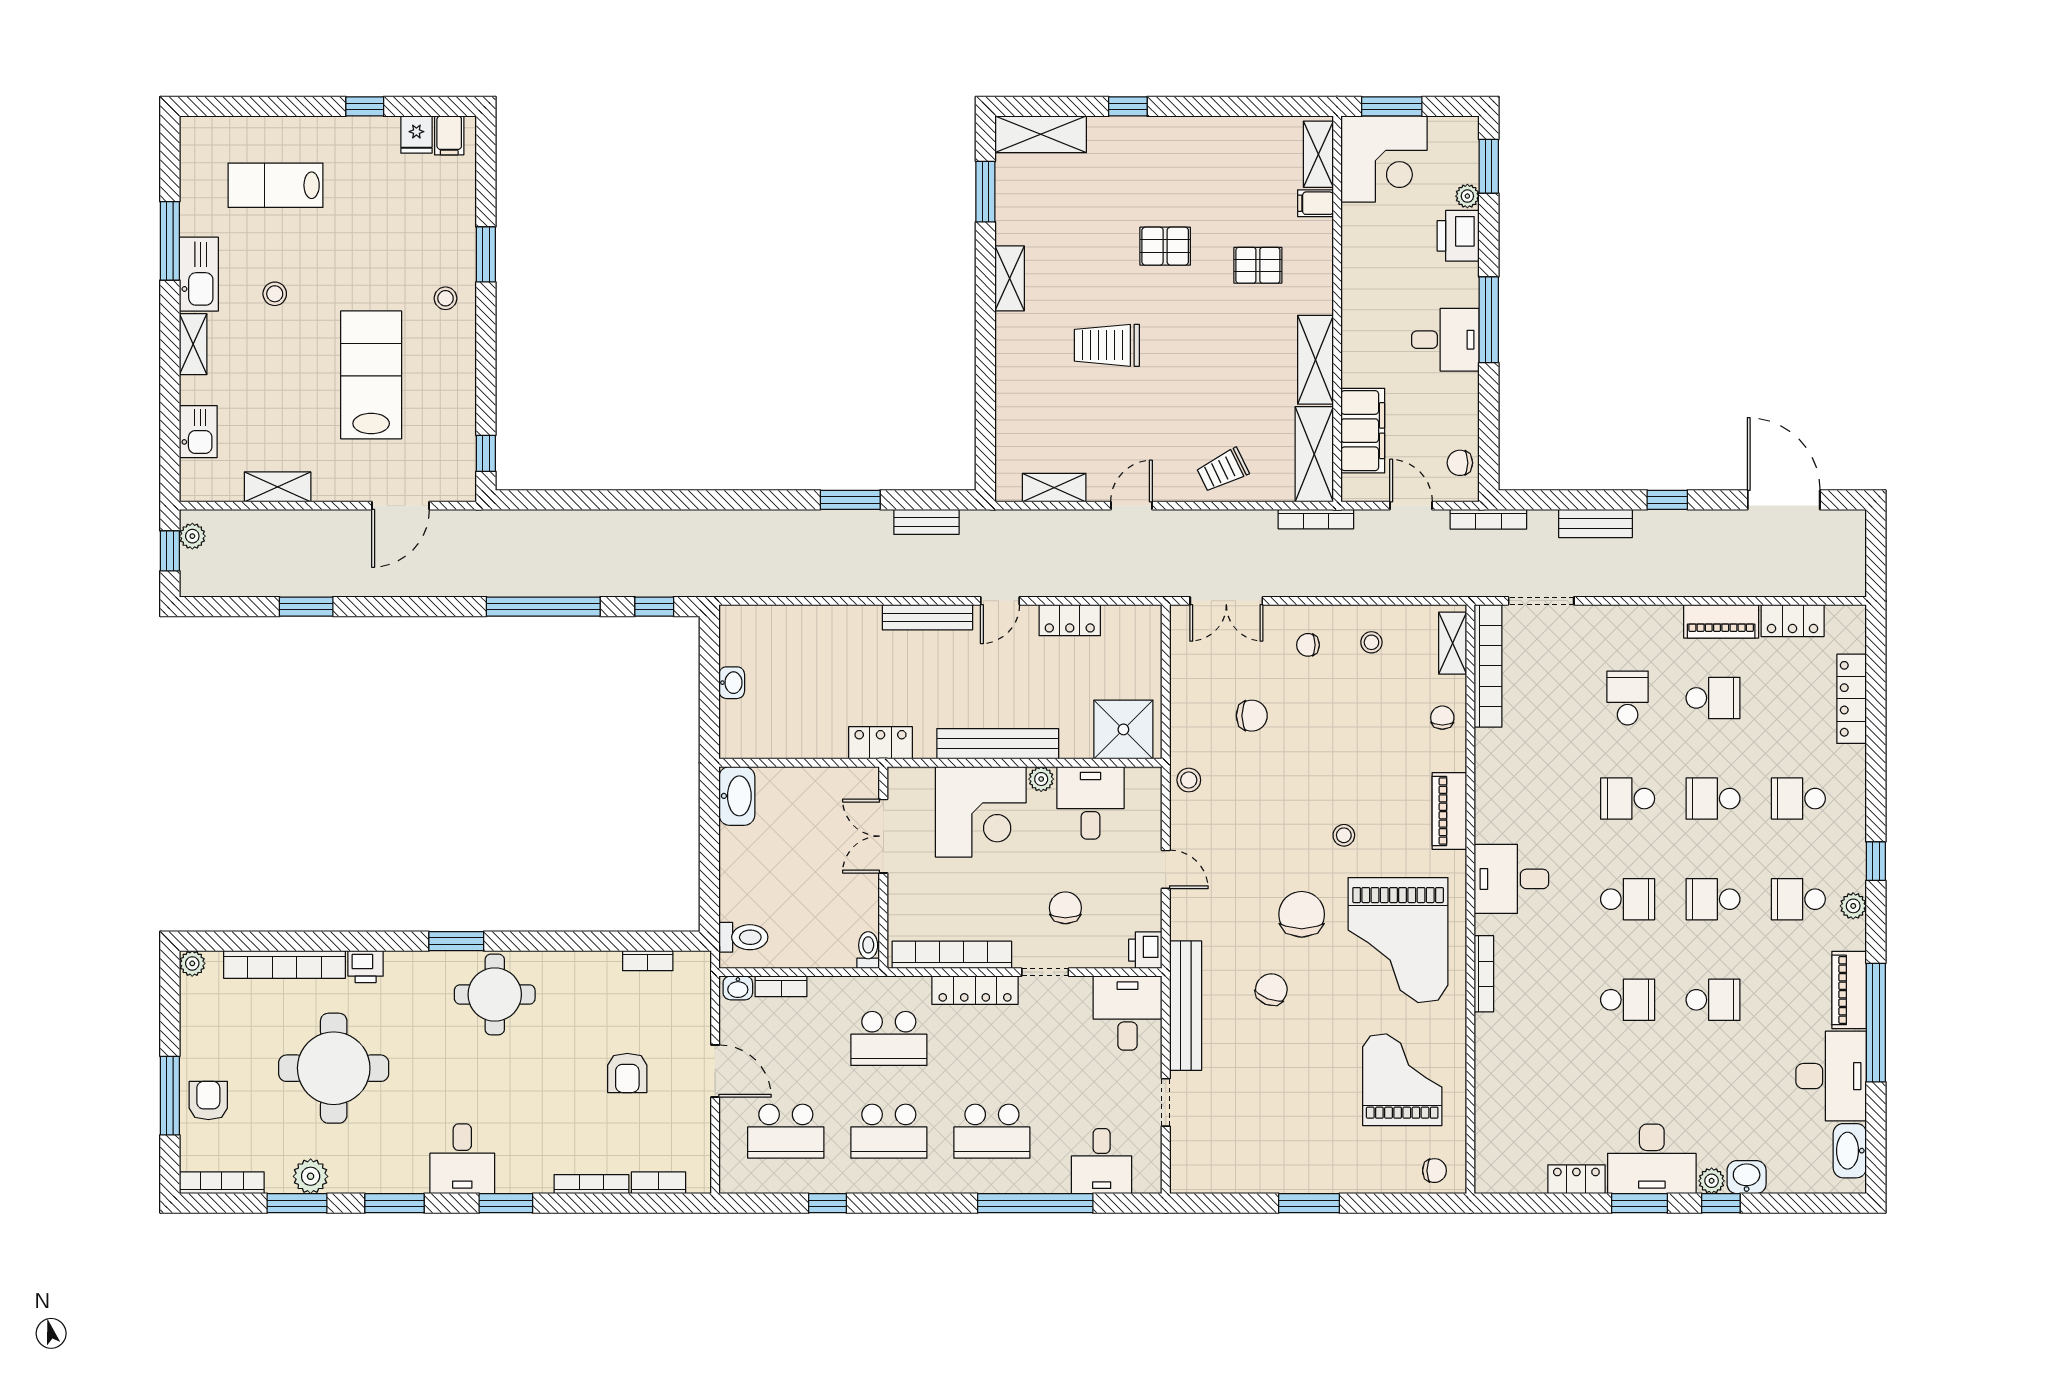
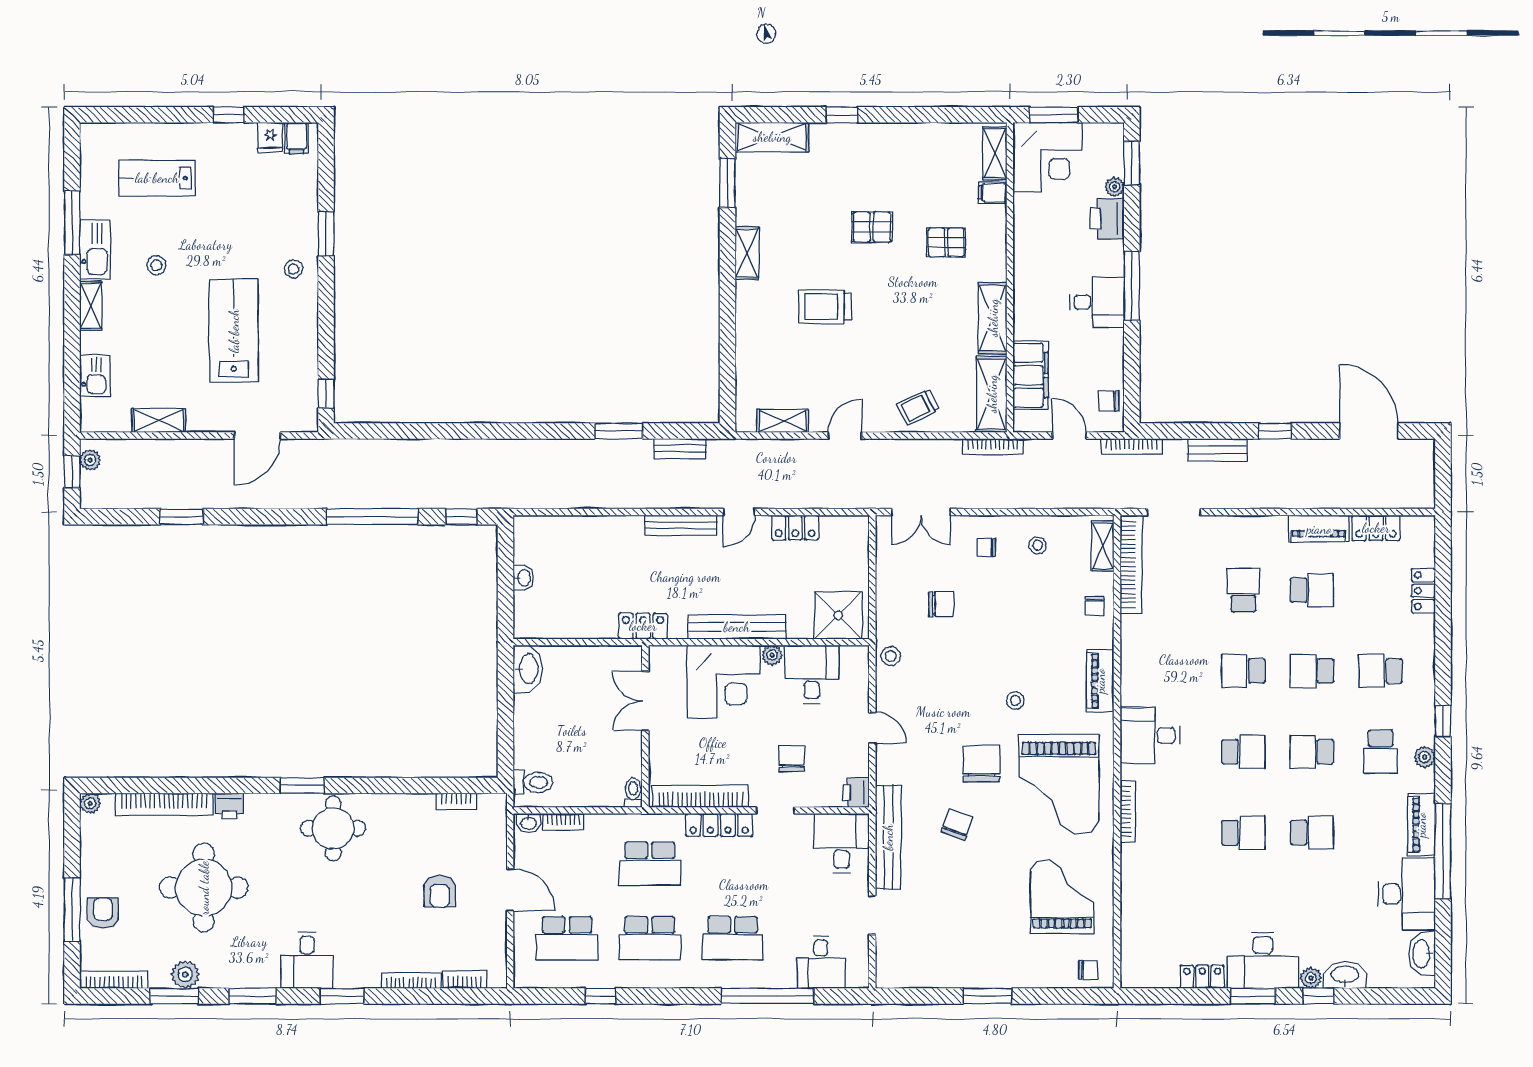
locker: (1852, 699) -> (1423, 591), width x0.66
chair: (1442, 718) -> (1094, 606), turned 180
school desk: (1798, 899) -> (1381, 752), turned -90
washbasin: (1747, 1177) -> (1345, 975), width x1.38

